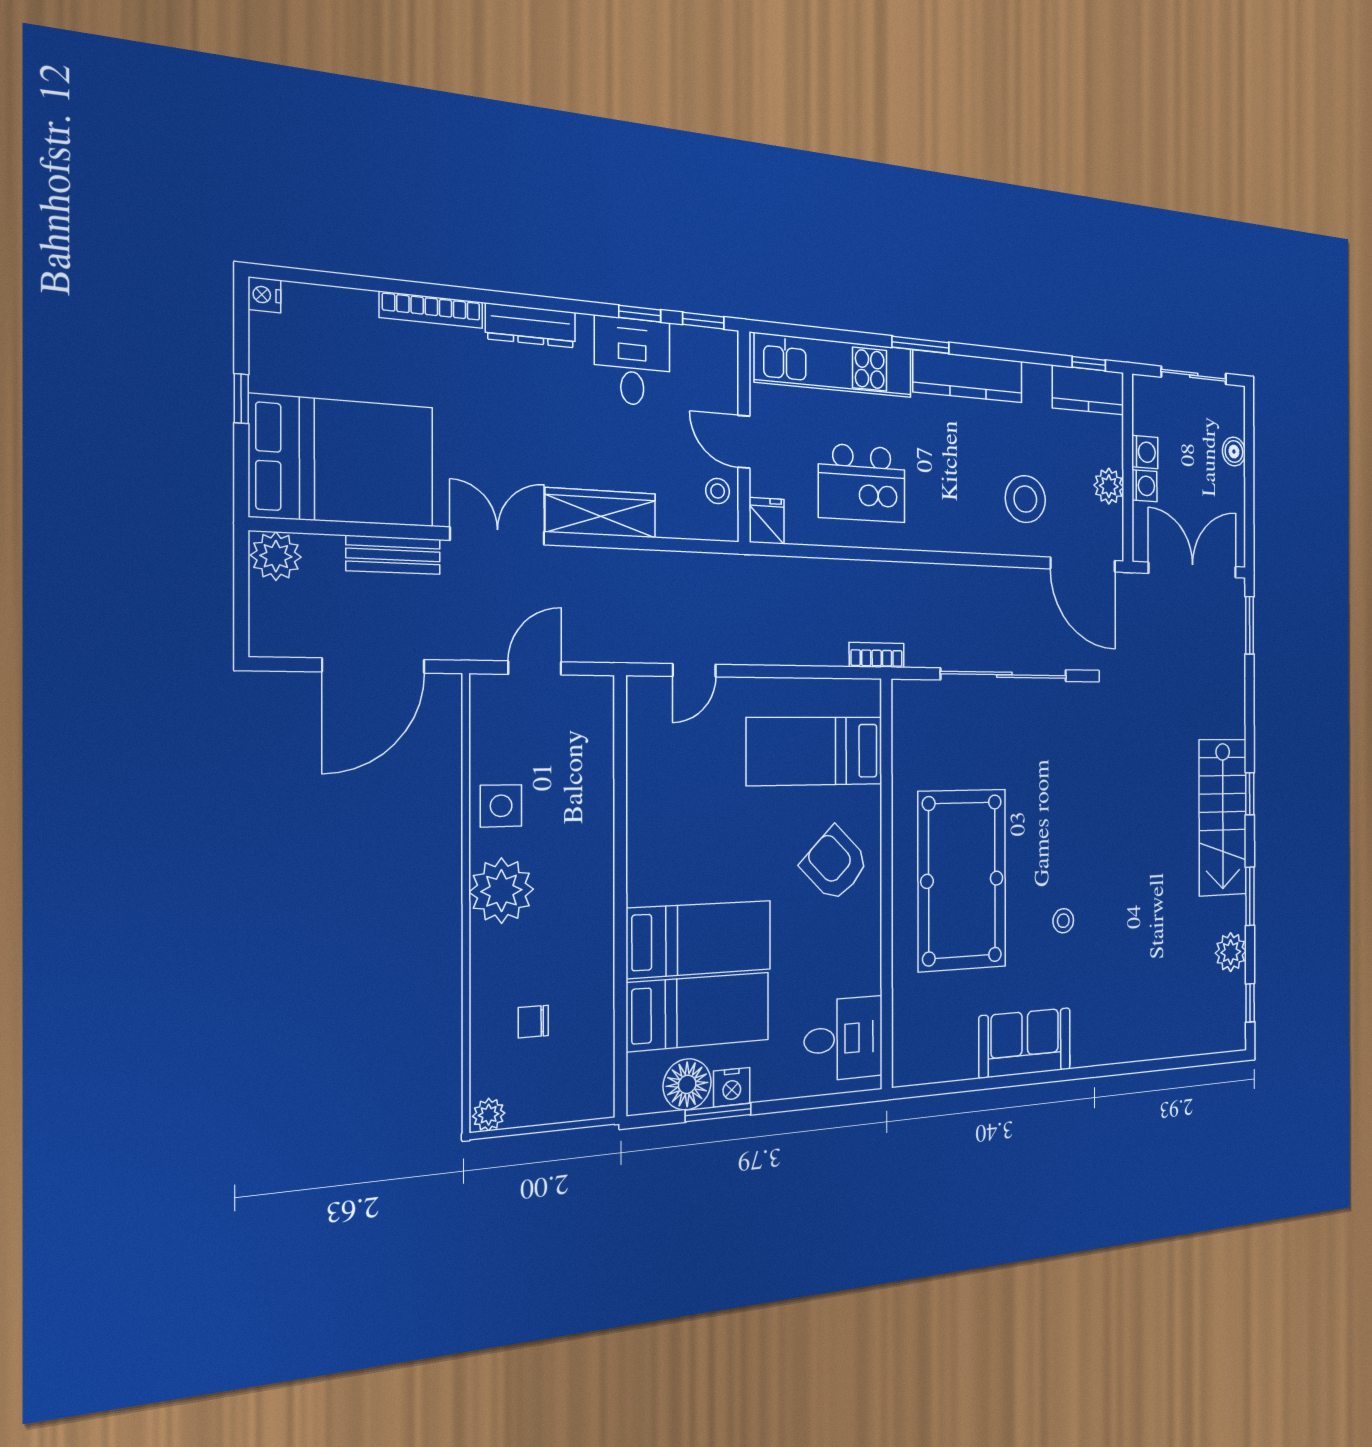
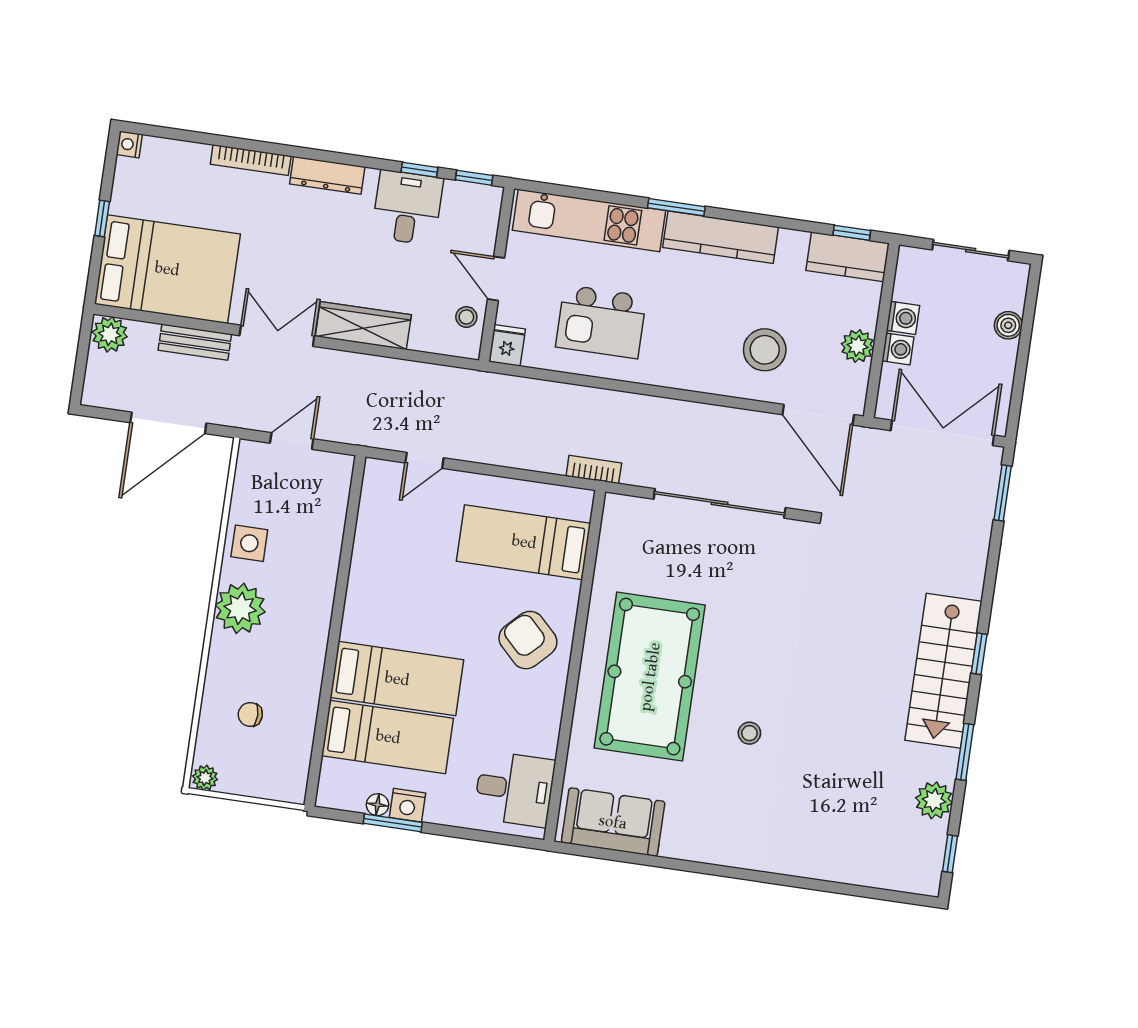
sofa: (1025, 1043) -> (613, 822), moved
floor lamp: (687, 1084) -> (377, 805), width x0.53, depth x0.53

